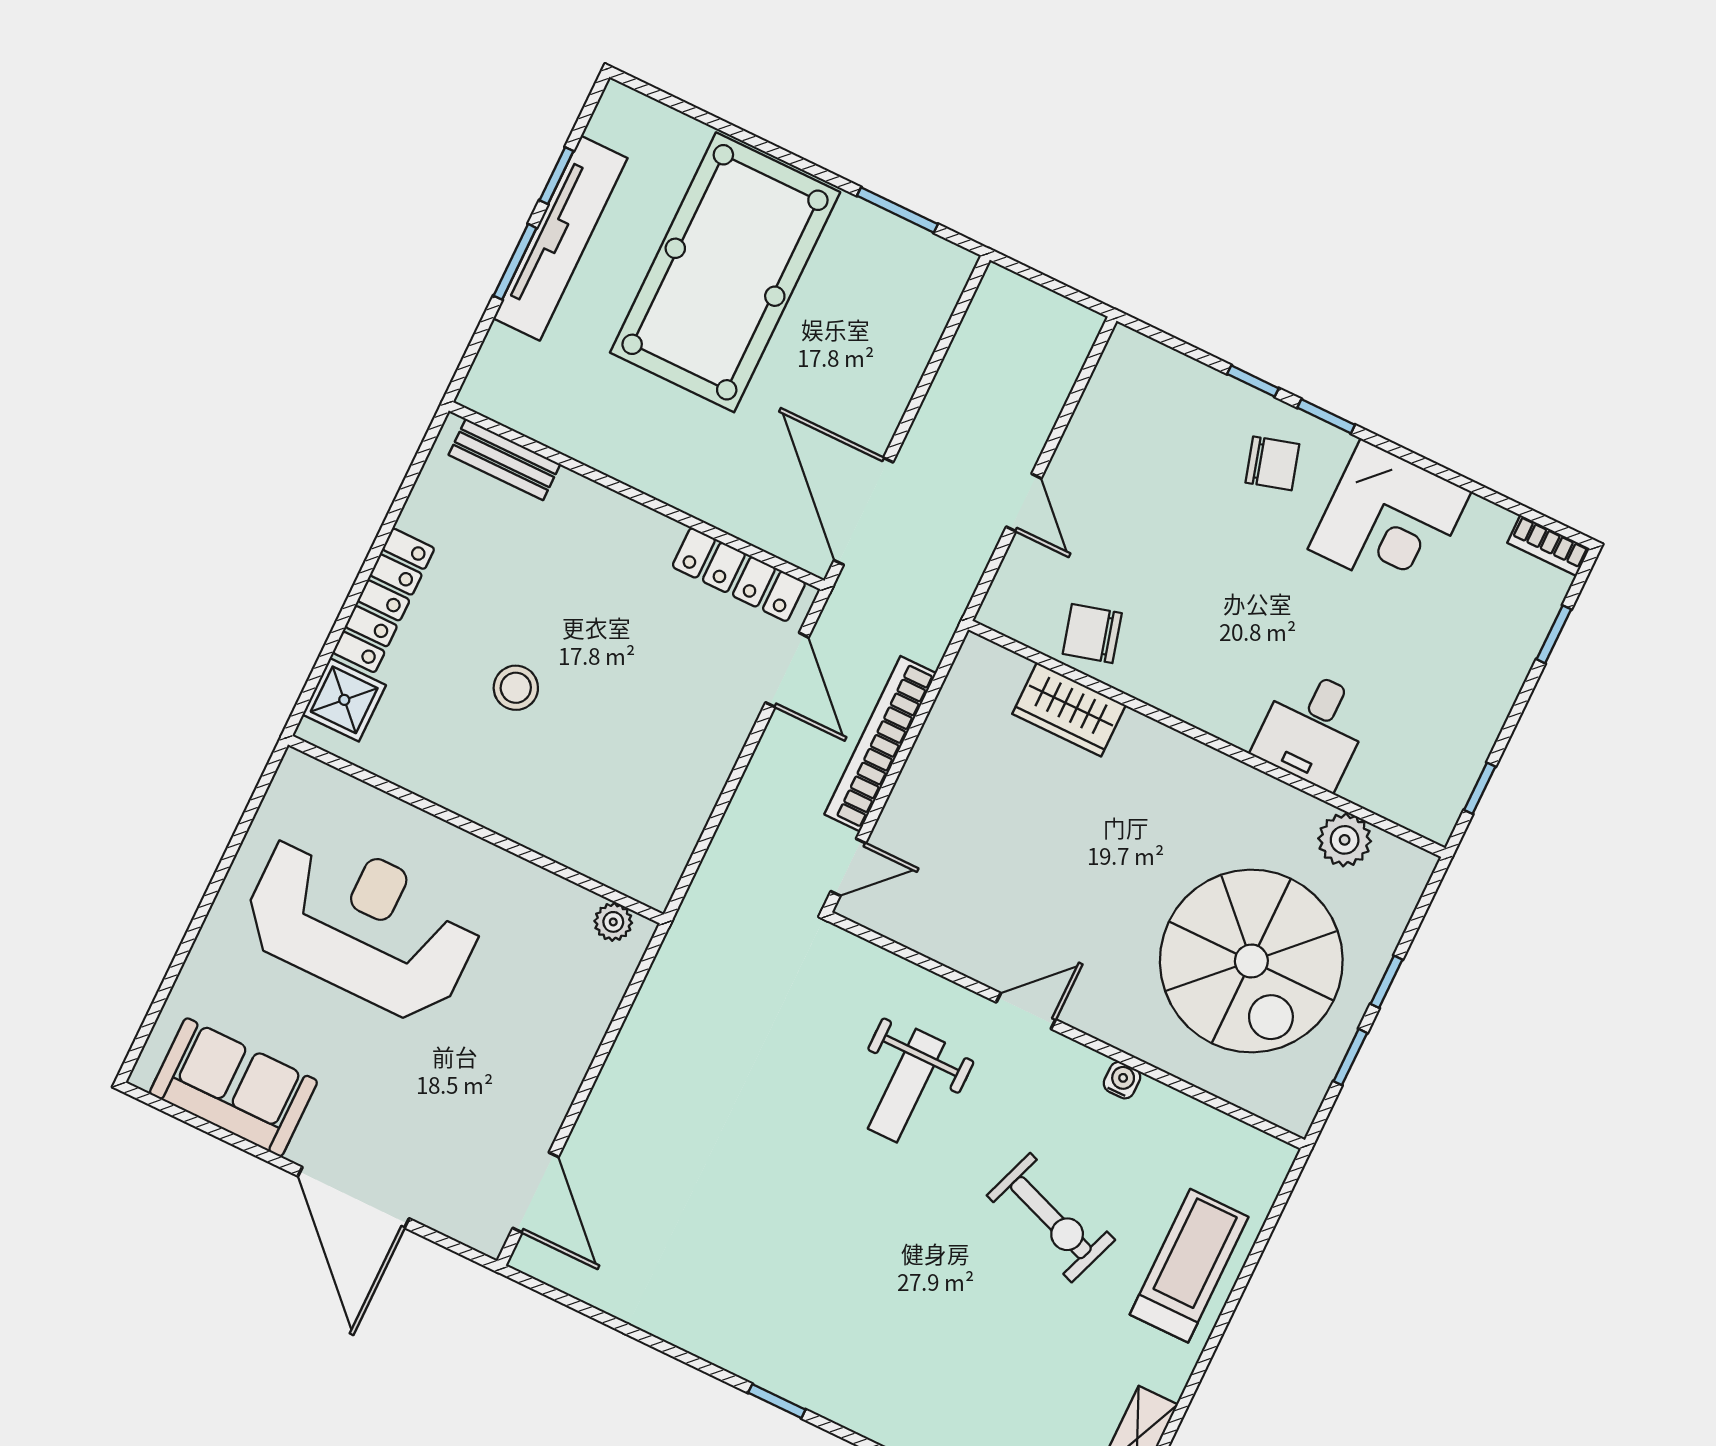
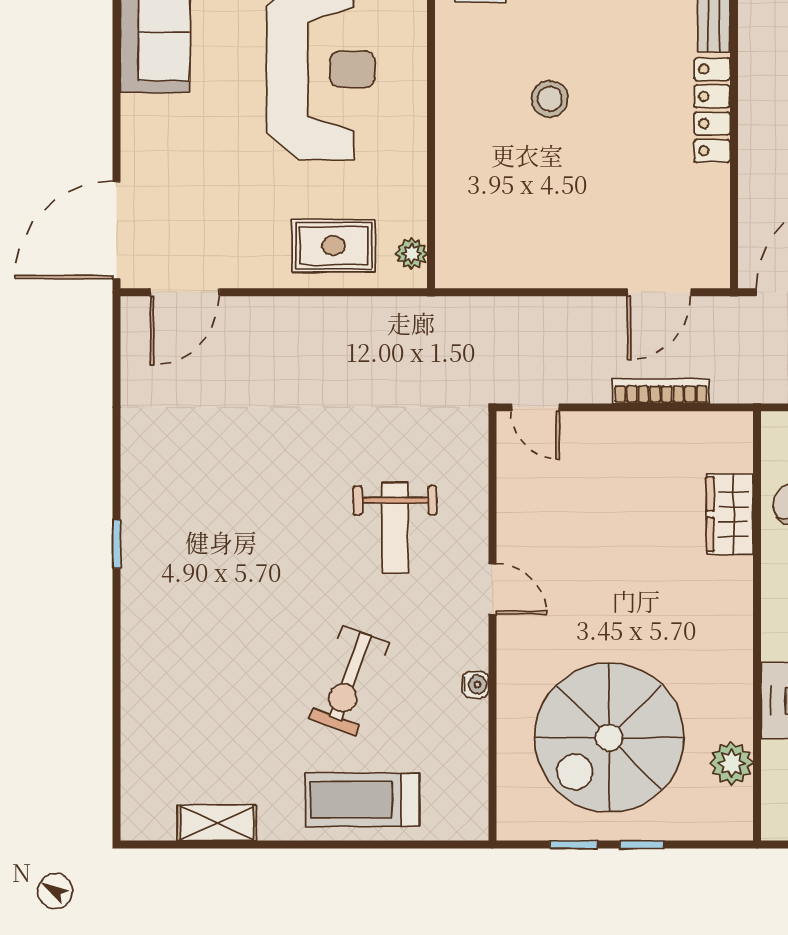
locker: (739, 575) -> (712, 110), moved
bookcase: (880, 744) -> (661, 391), width x0.68, depth x0.76
rug: (563, 1004) -> (334, 246), added
weight bench: (906, 1086) -> (395, 528), turned -90
door: (353, 1197) -> (117, 230), moved
treadmill: (1189, 1266) -> (363, 800), turned 180

